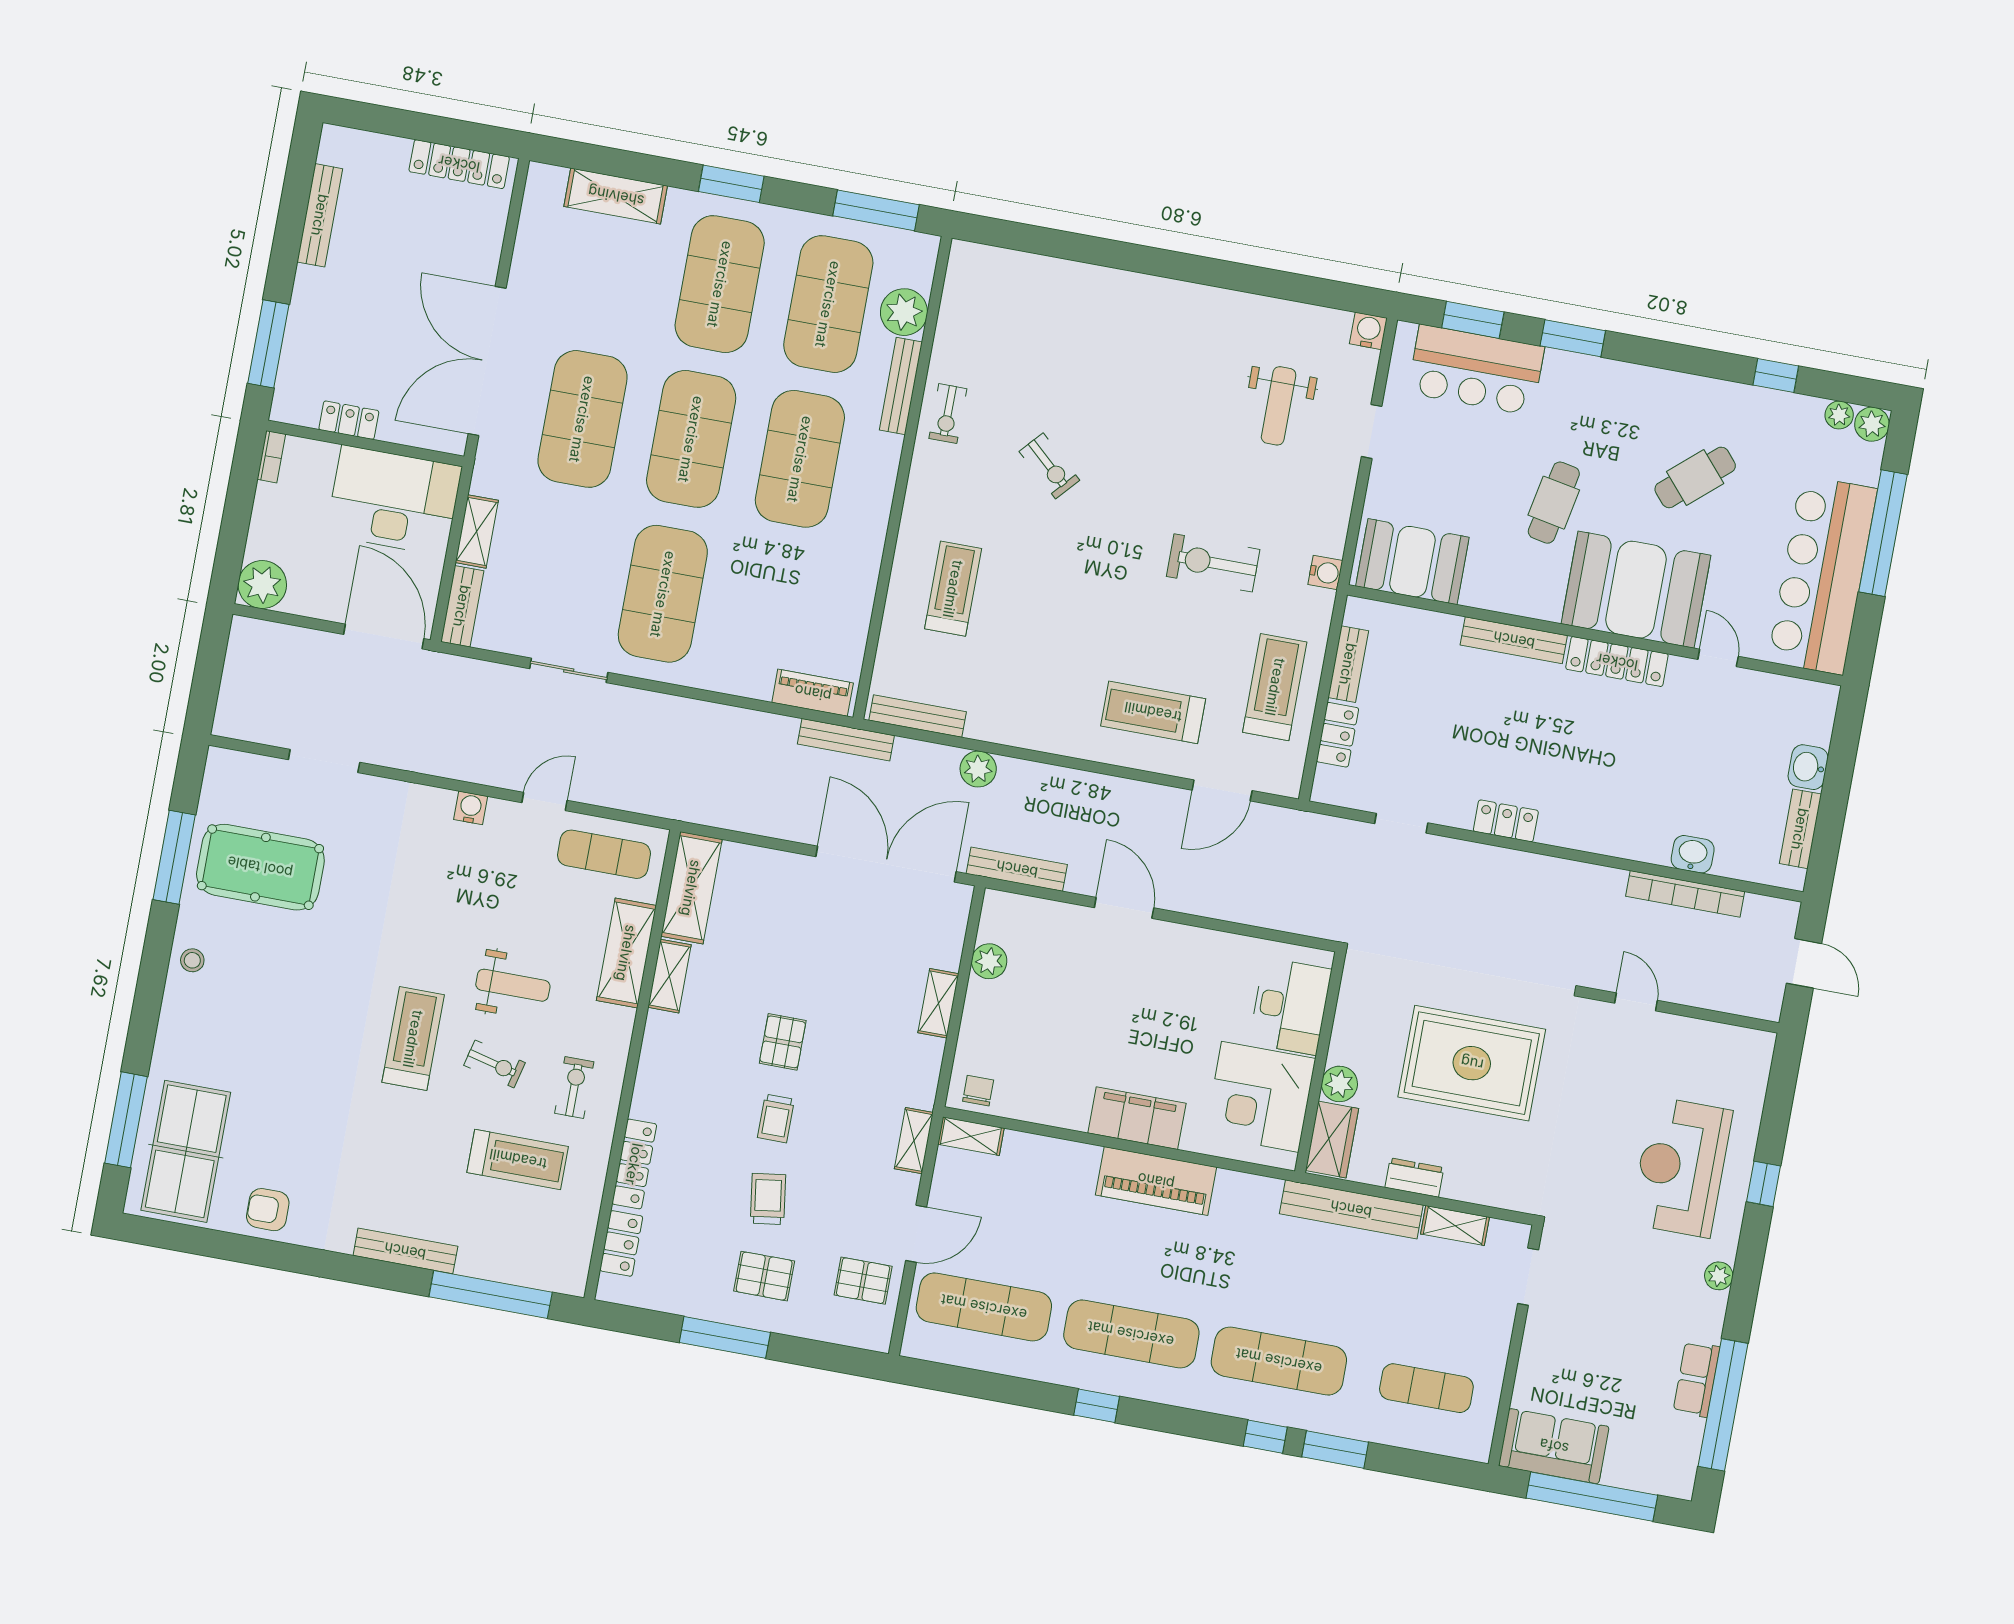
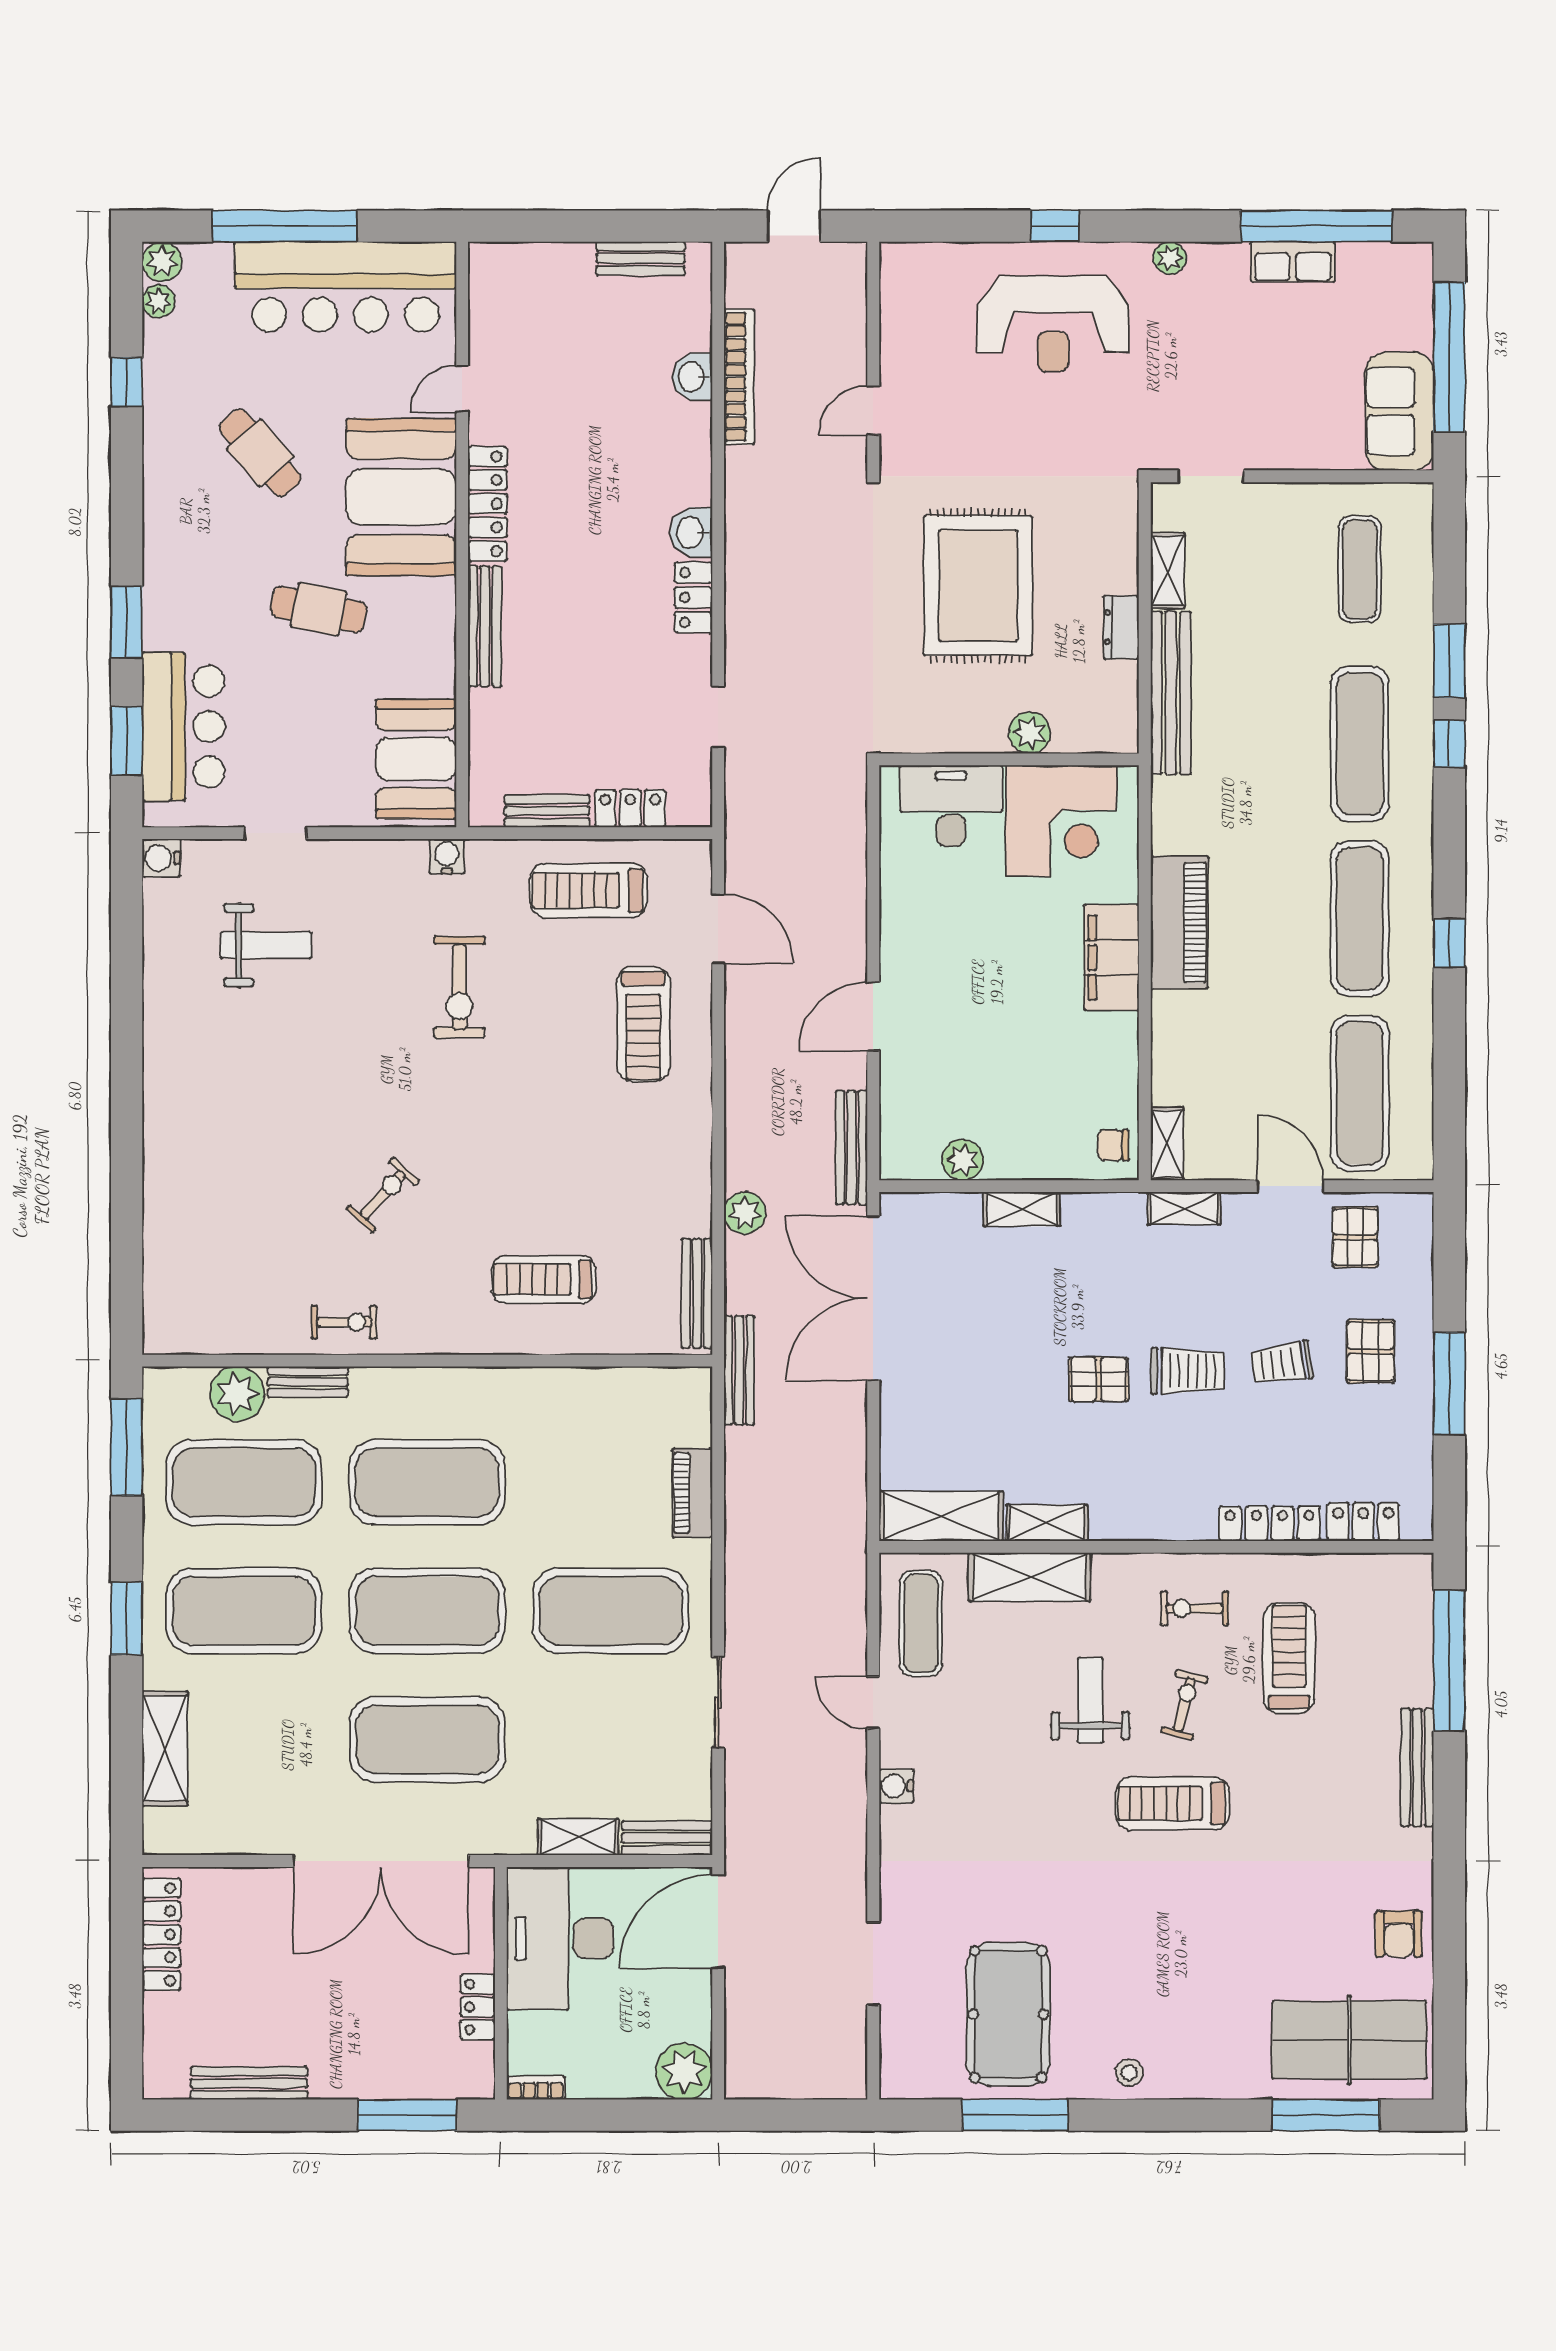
bench: (901, 386) -> (308, 1382), width x0.73
piano: (813, 693) -> (692, 1493), moved
washbasin: (1808, 767) -> (691, 532), moved, turned 90
trolley: (776, 1118) -> (1188, 1371), width x1.36, depth x1.39
wardrobe: (1332, 1139) -> (1095, 730), removed

